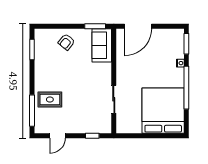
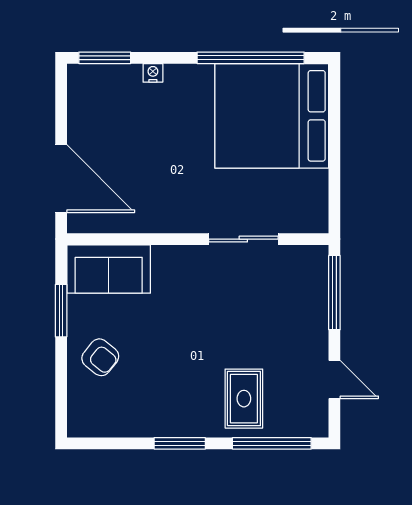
window: (95, 26) -> (61, 311), moved
window: (32, 49) -> (180, 443), moved
window: (186, 88) -> (251, 58), moved
window: (92, 136) -> (334, 293), width x2.17

